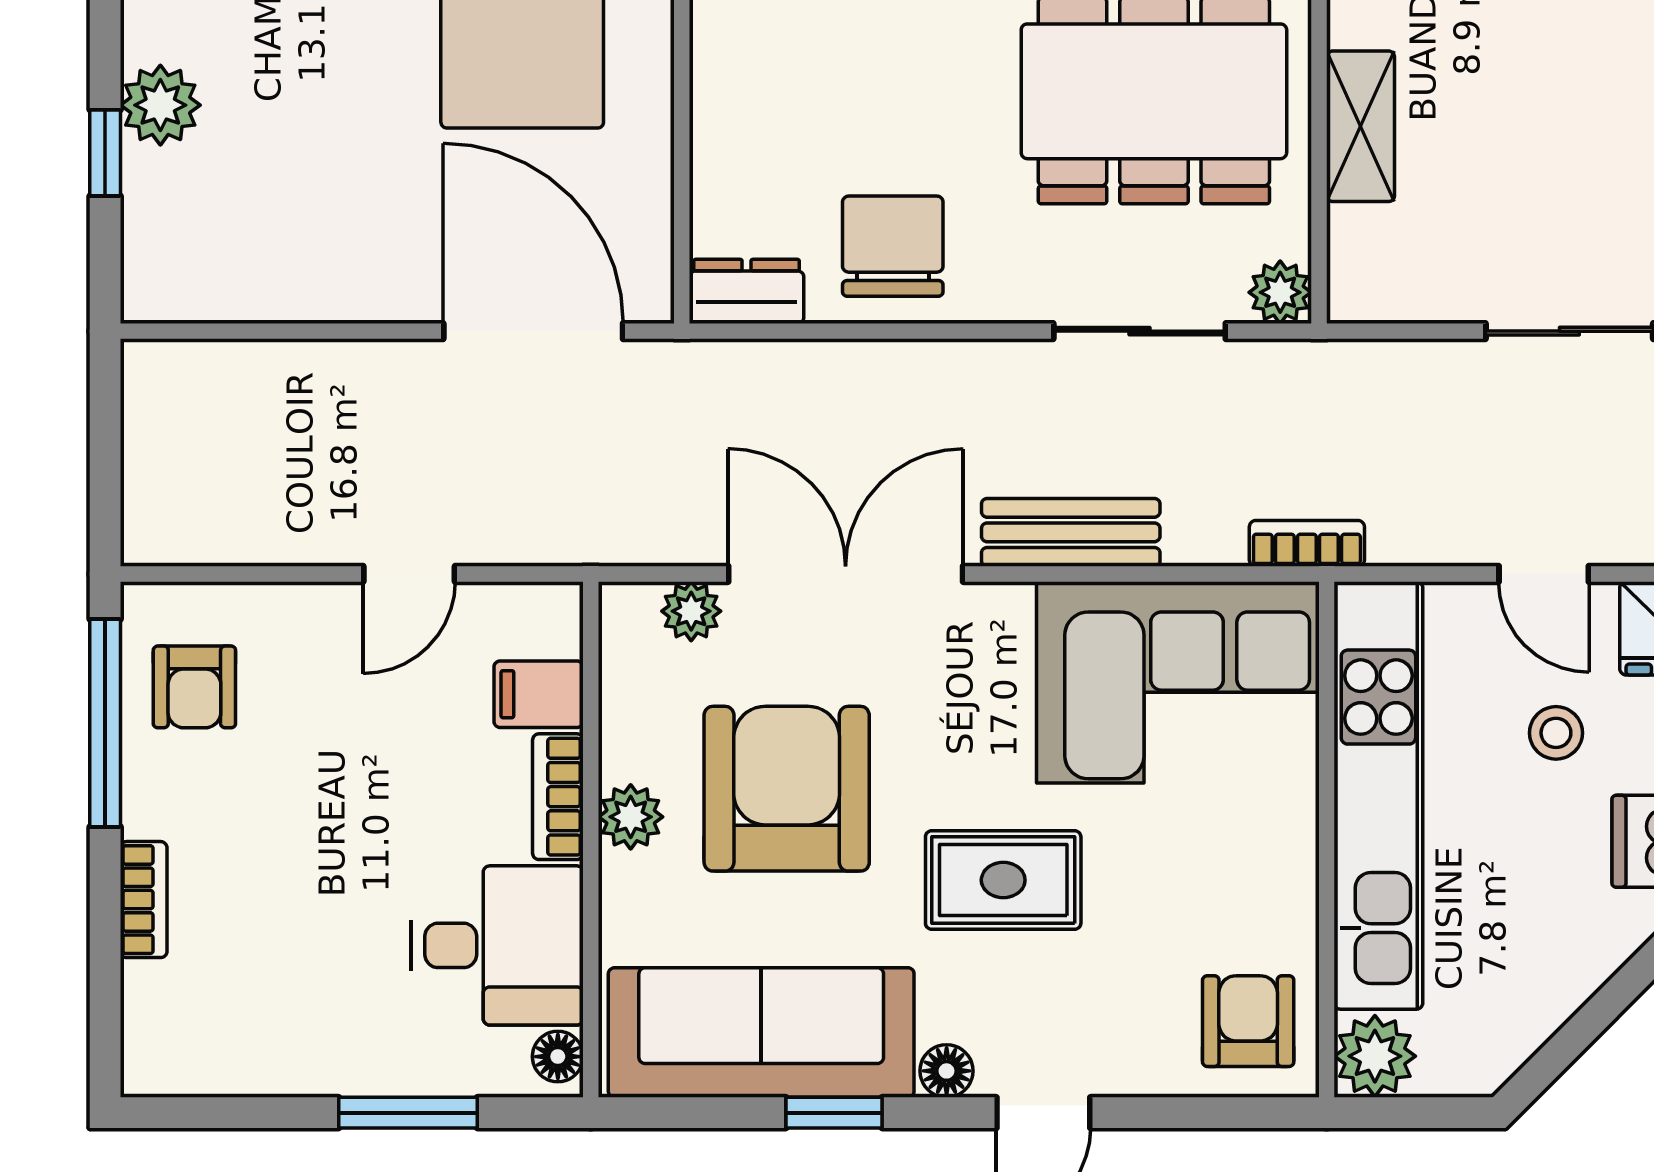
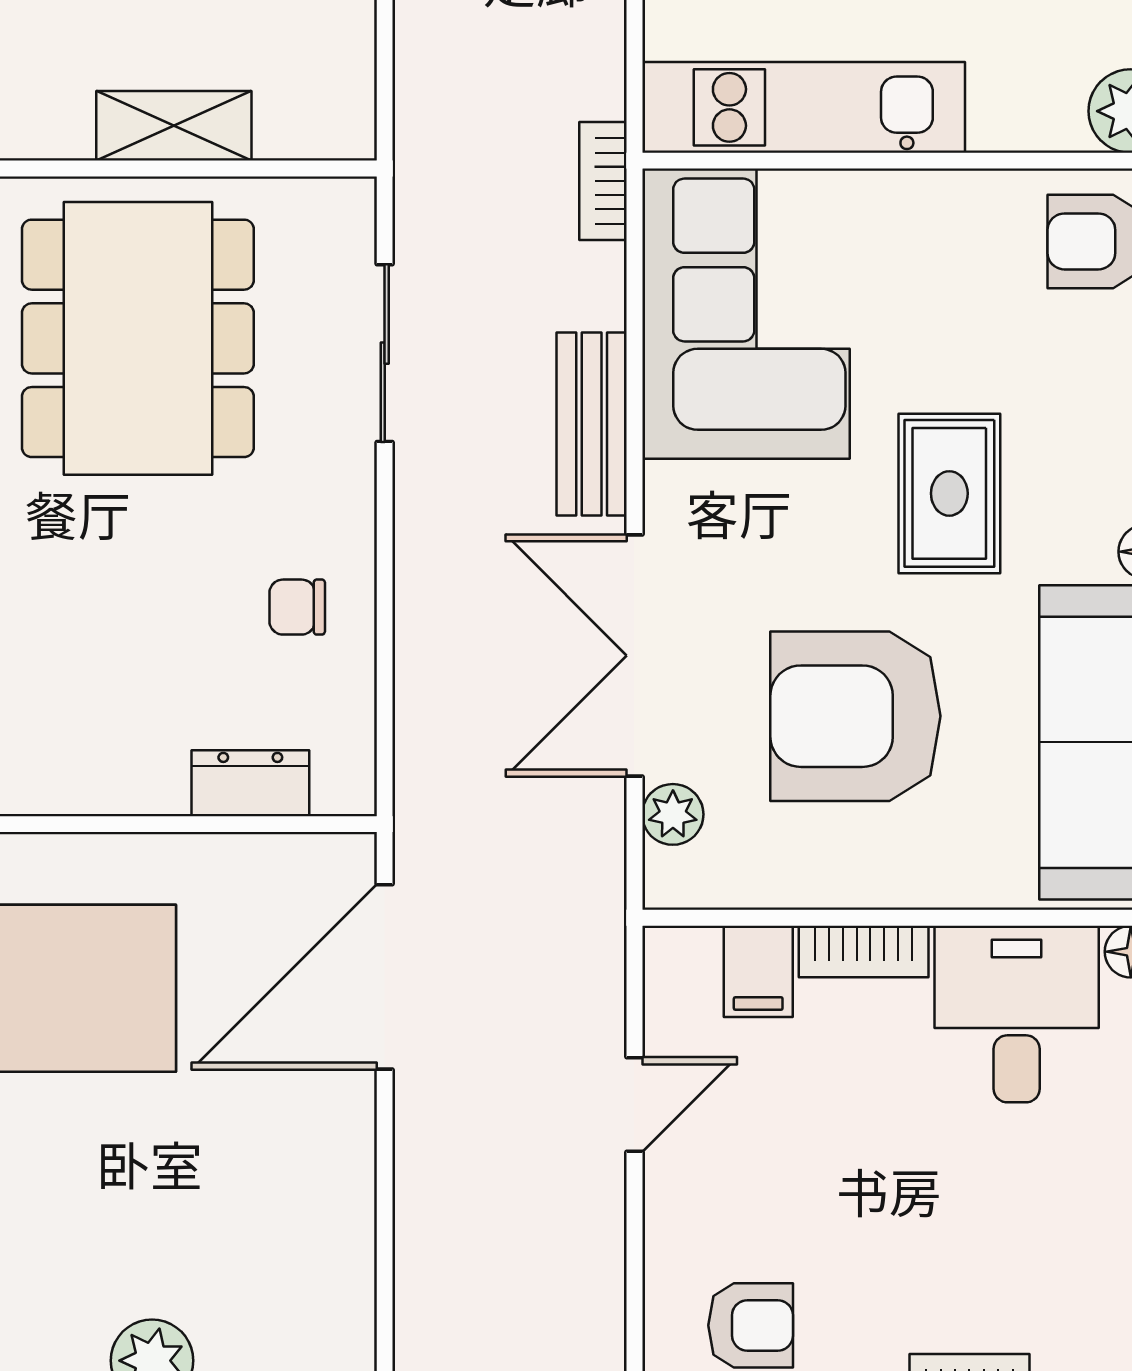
chair: (893, 246) -> (297, 607), width x0.54, depth x0.54
dresser: (747, 291) -> (250, 783), moved, turned 90
plant: (1280, 292) -> (345, 208), removed
door: (409, 574) -> (634, 1105), hinge flipped
kitchen unit: (1378, 795) -> (804, 107), width x0.73
plant: (631, 817) -> (884, 877), removed

